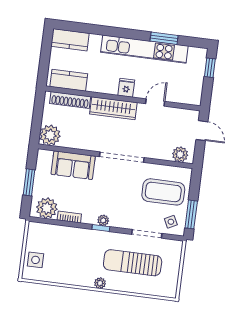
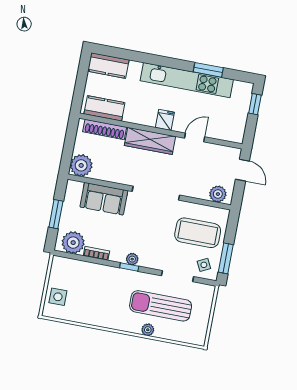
plant: (100, 283) -> (148, 330), moved

